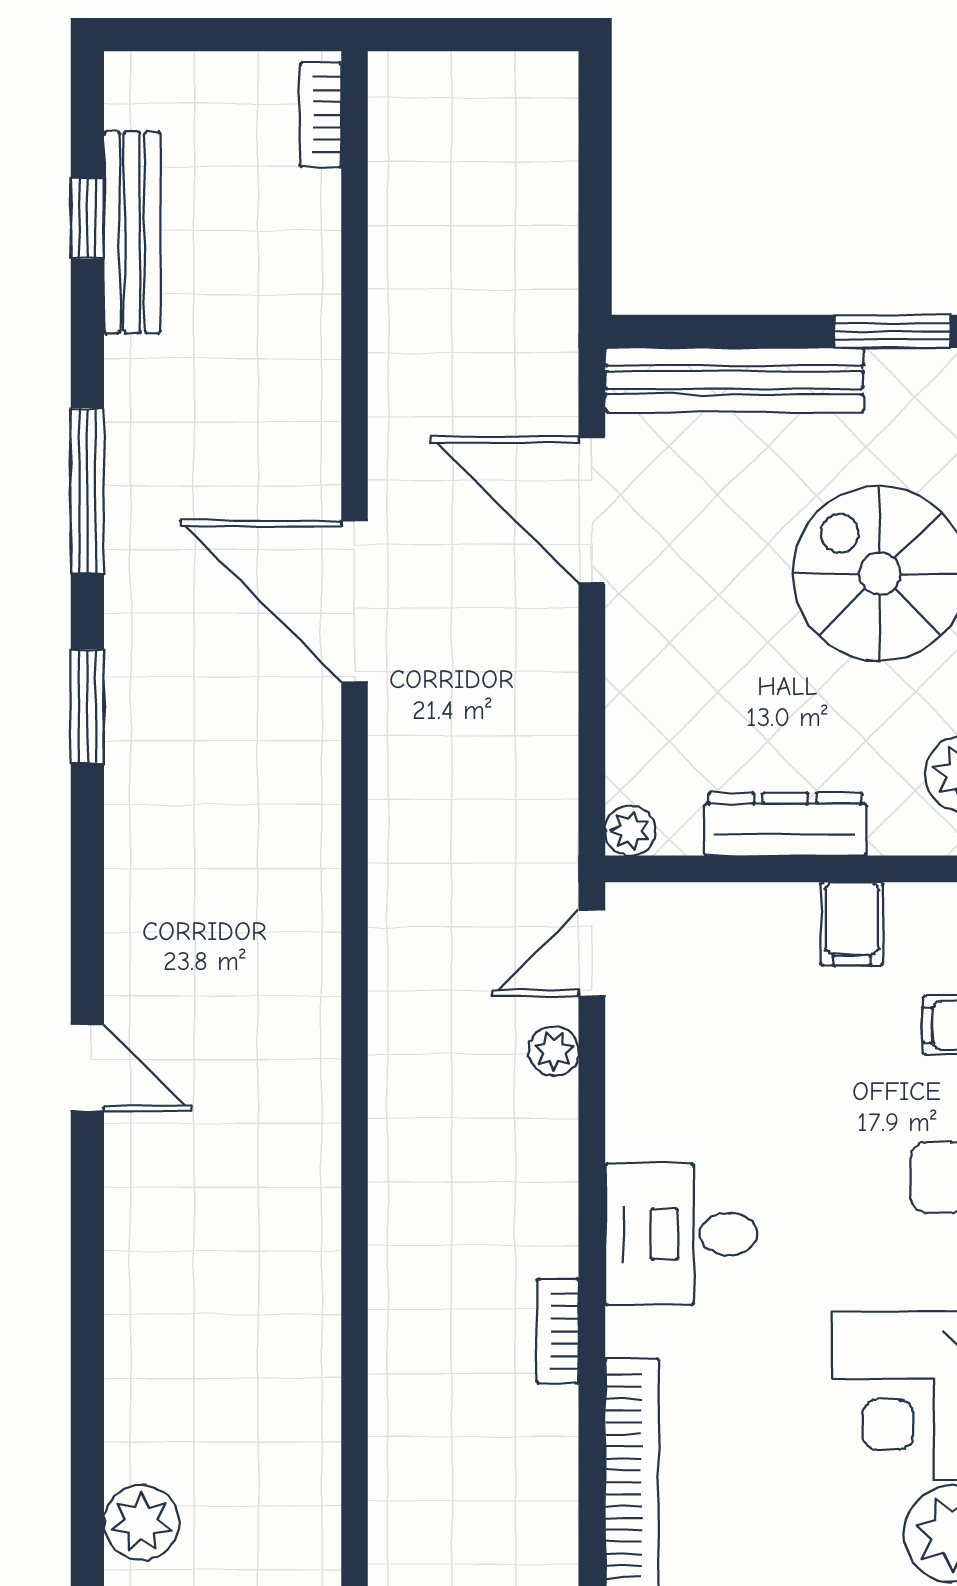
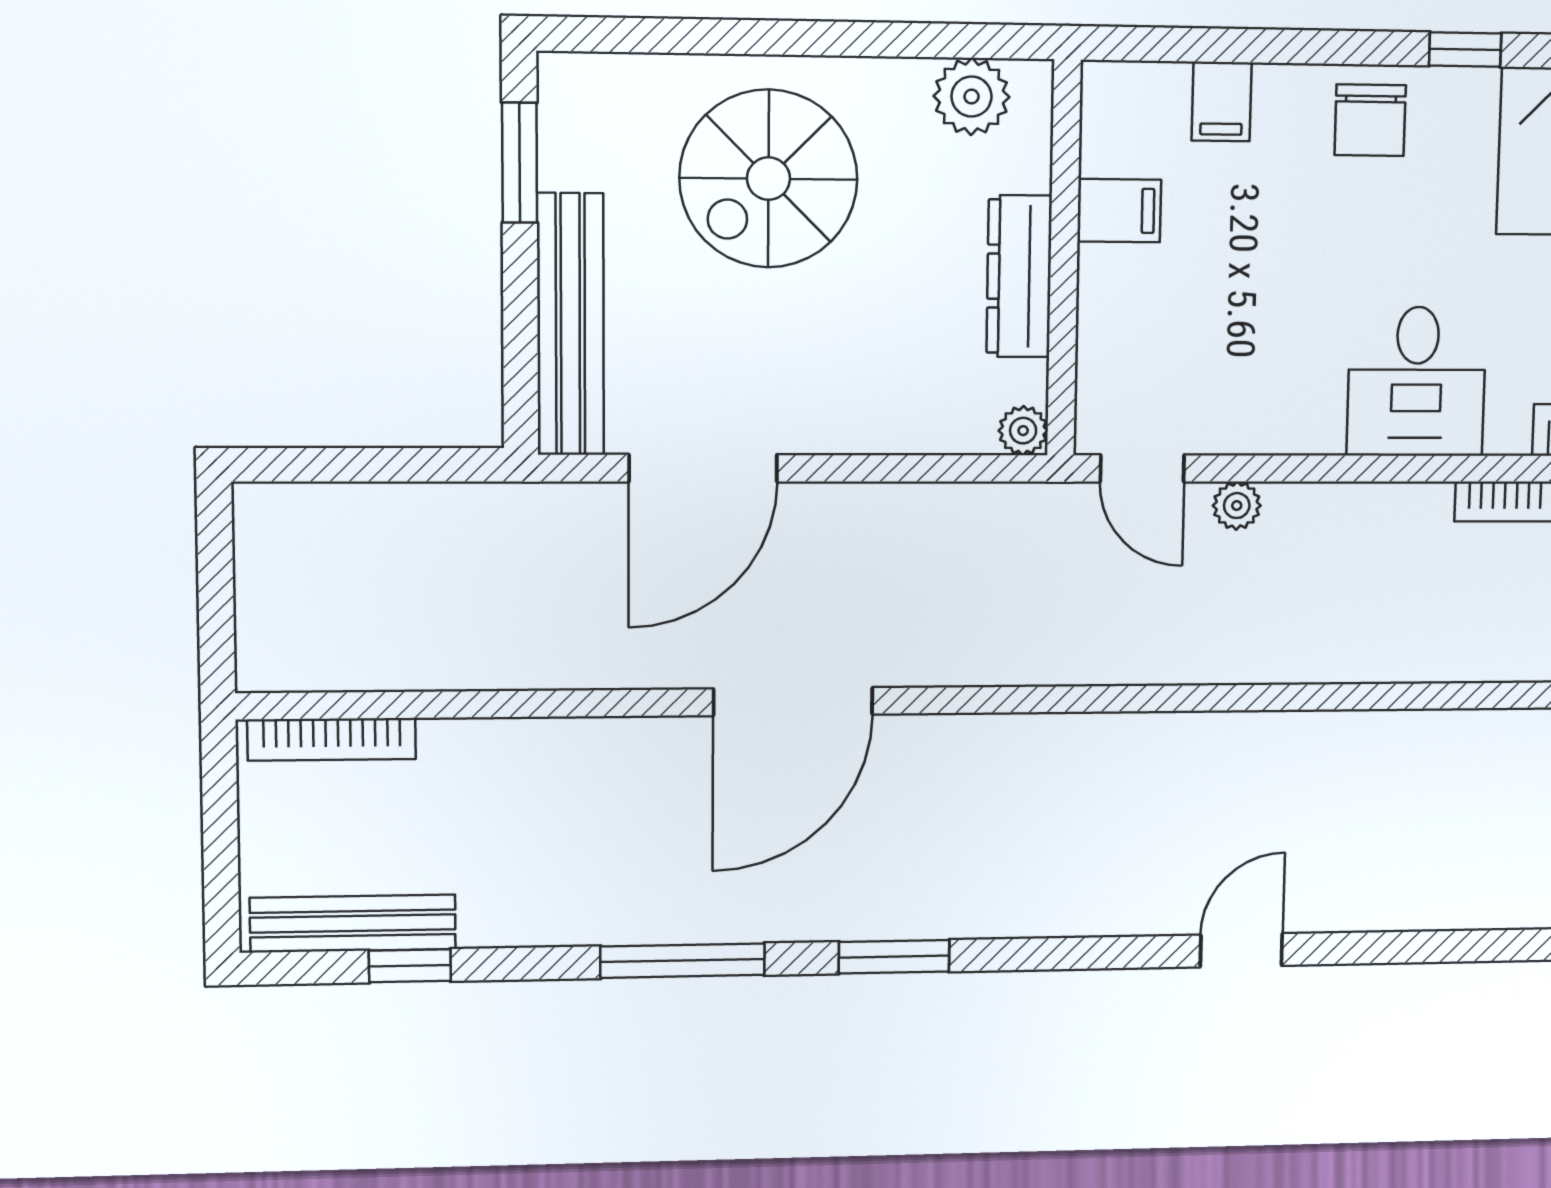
bookcase: (320, 115) -> (332, 739), width x1.56
bench: (132, 232) -> (353, 923), moved

